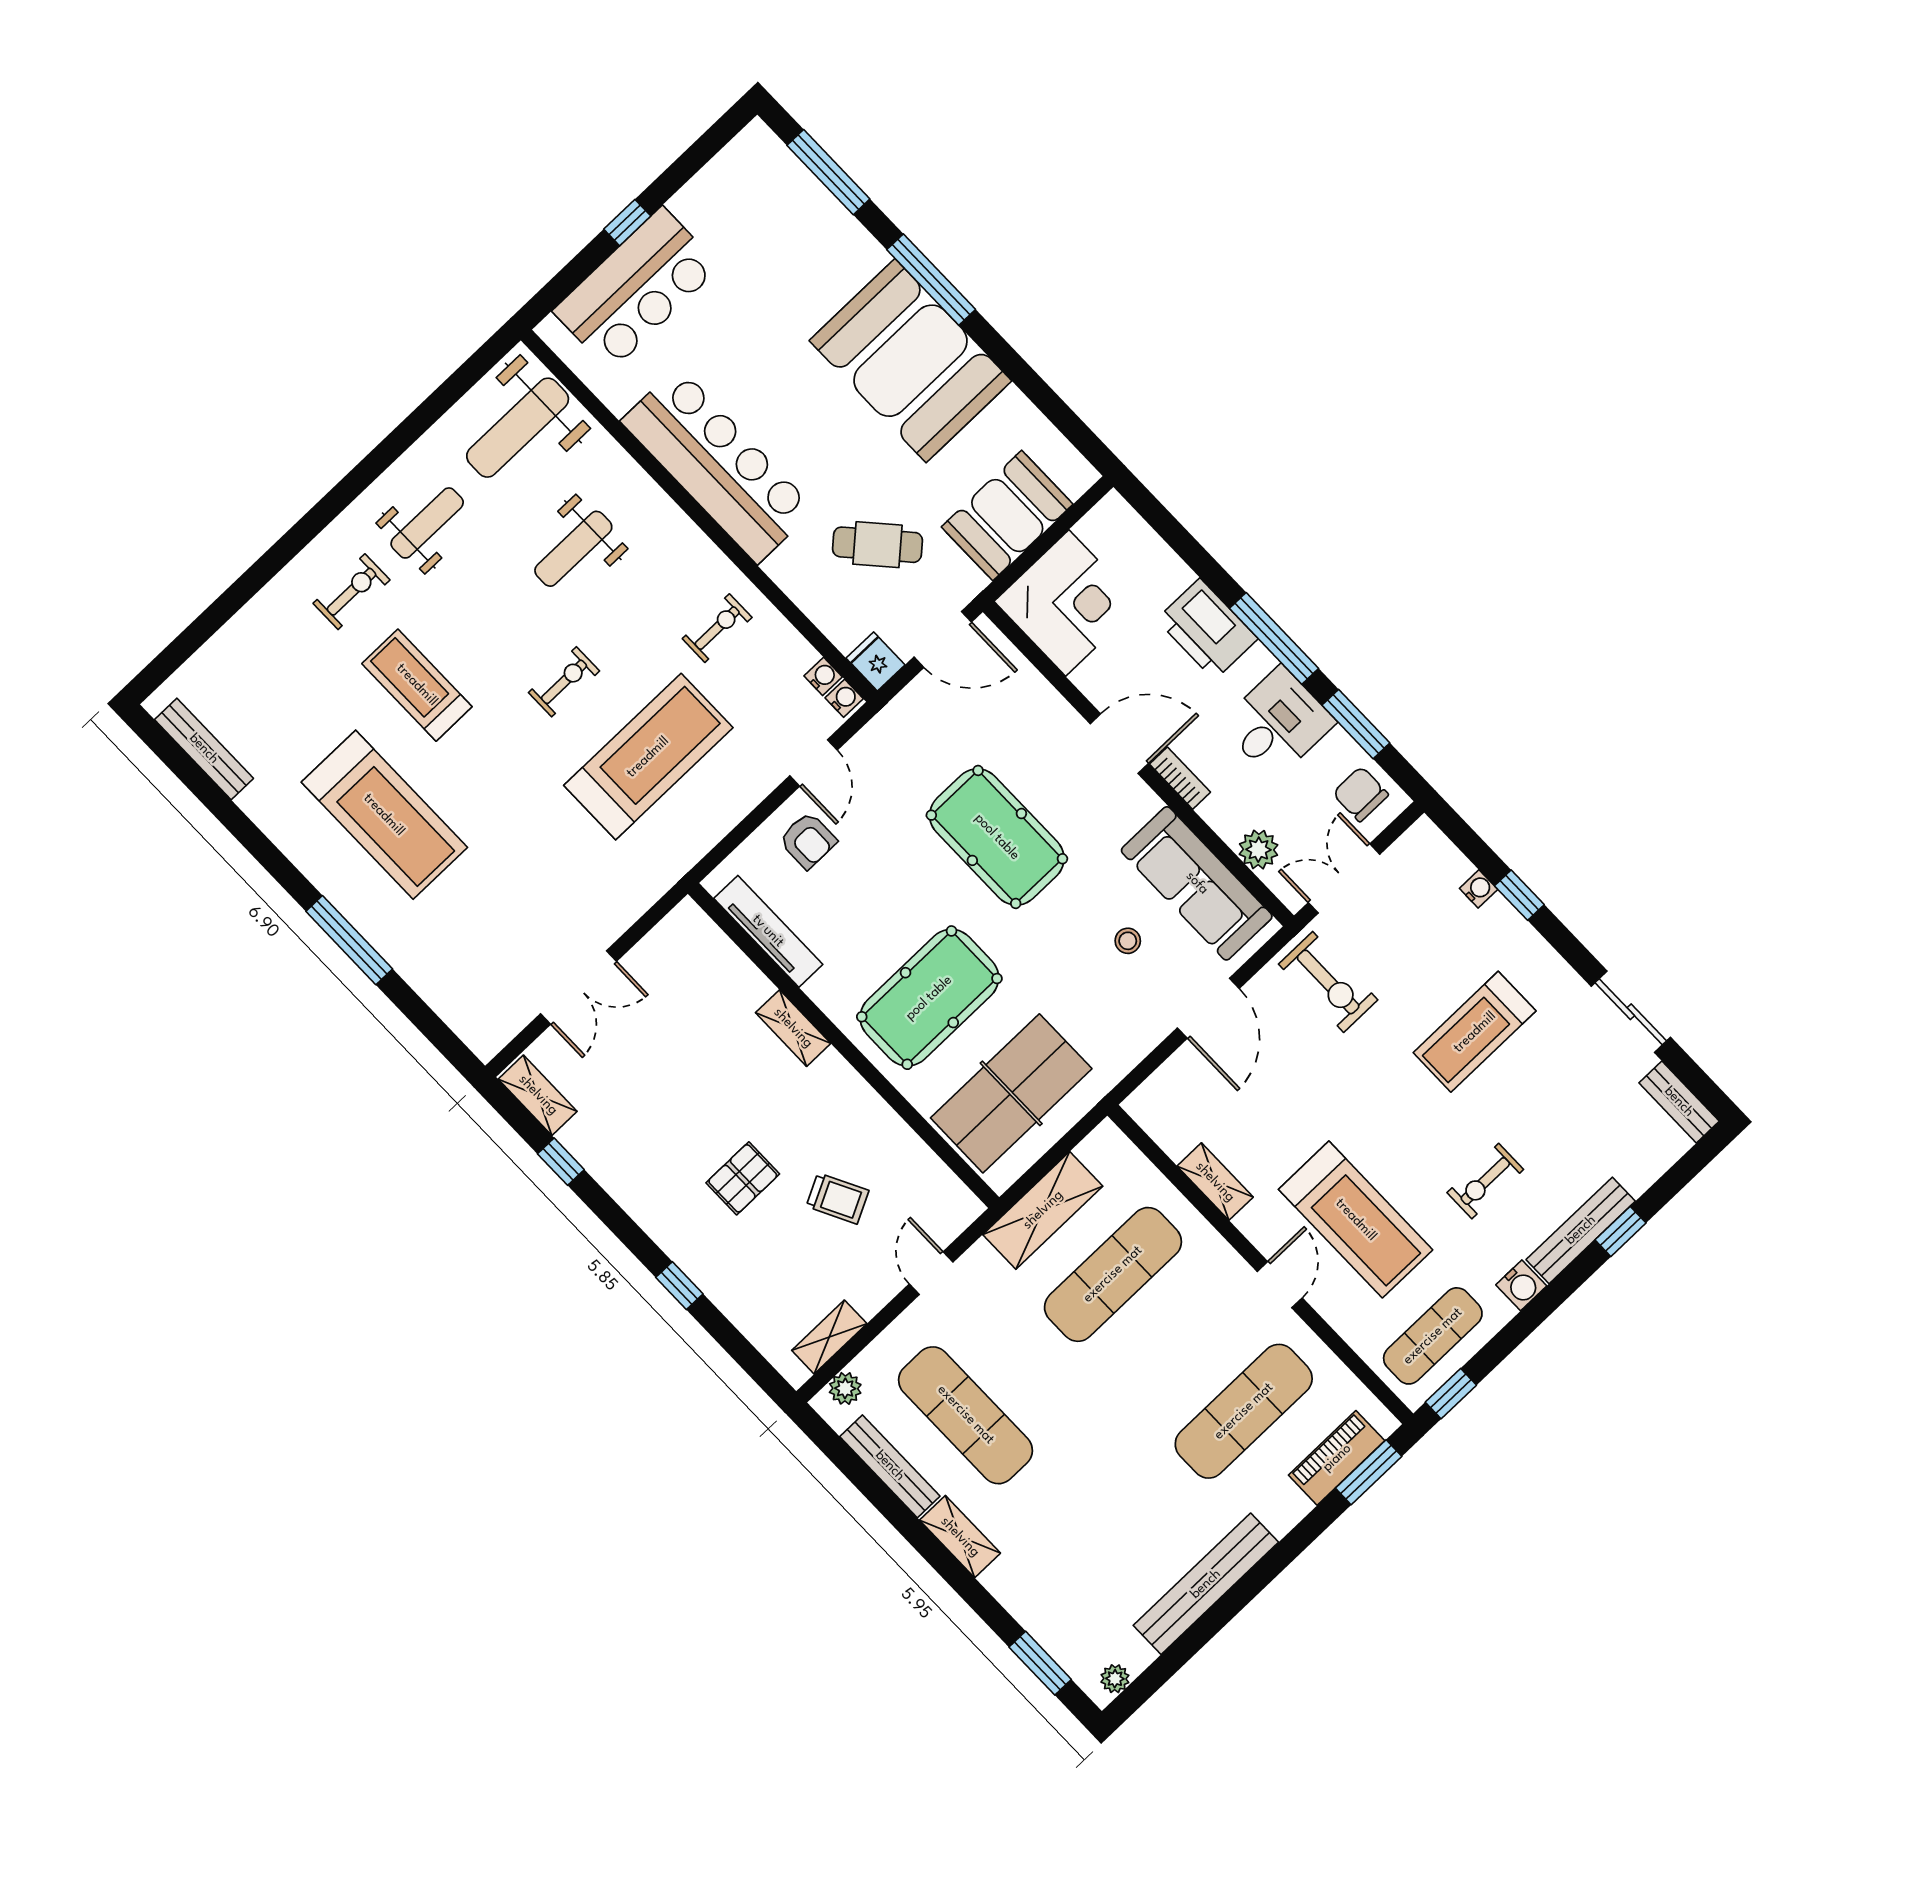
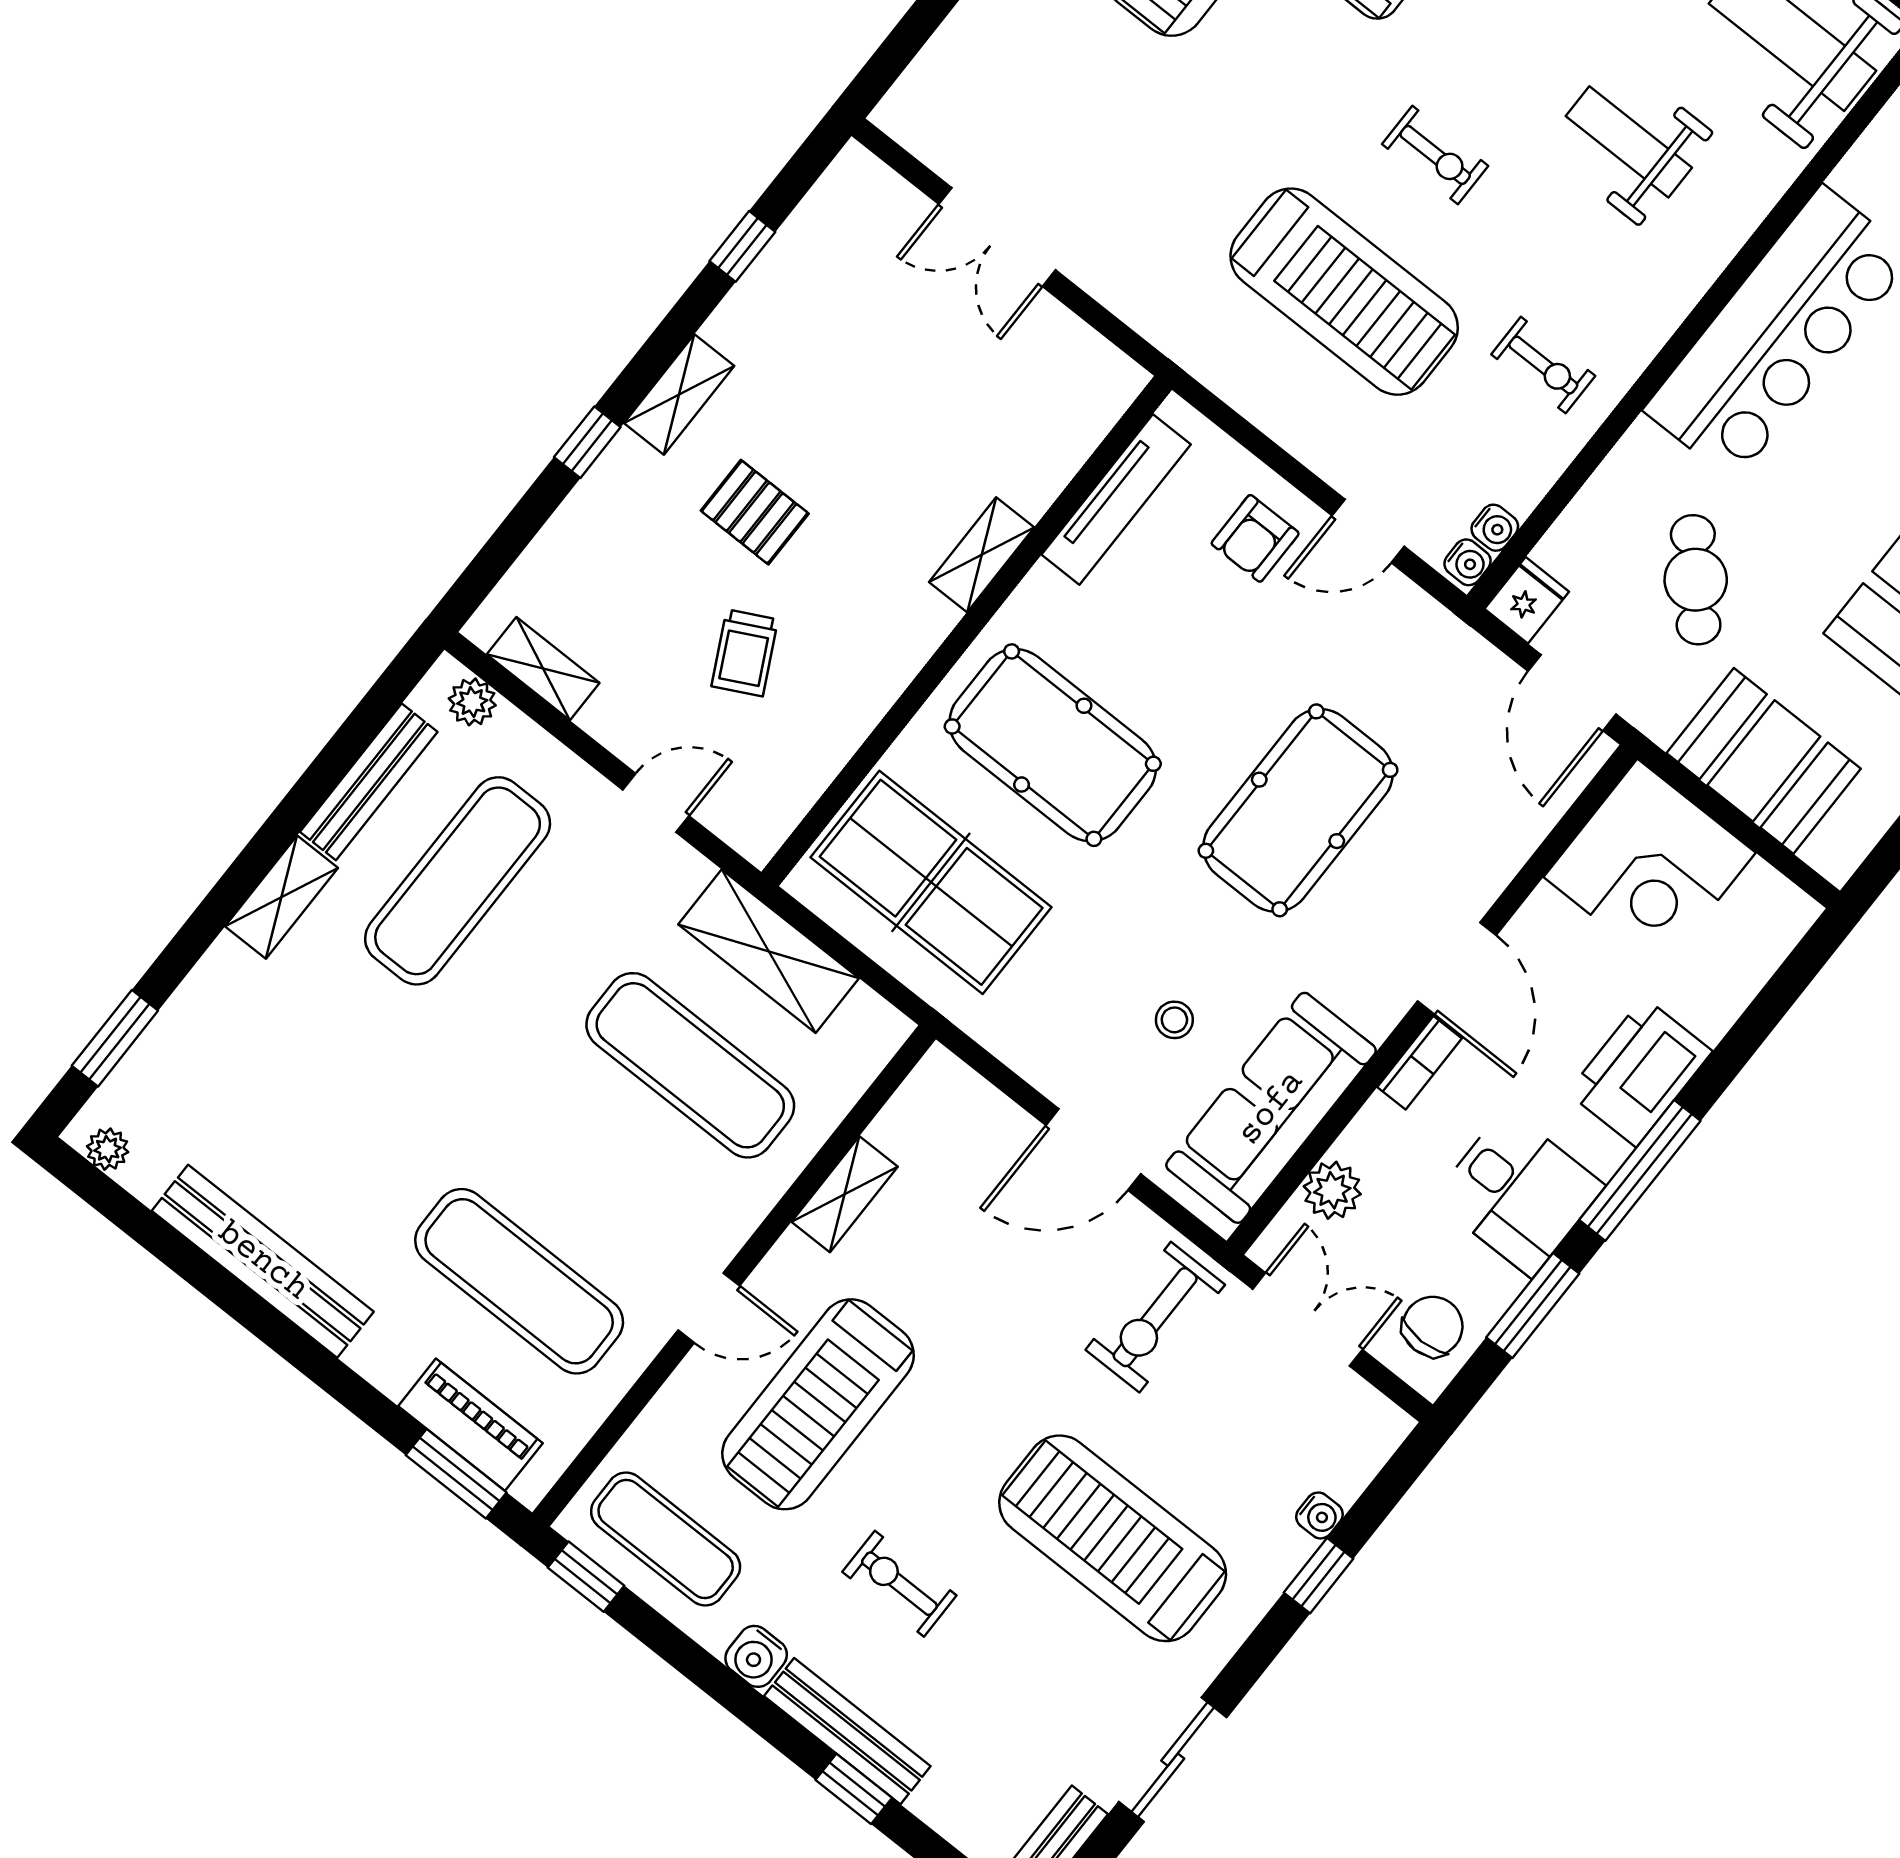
treadmill: (1475, 1032) -> (1113, 1538), width x1.37, depth x1.38
shelving: (538, 1095) -> (679, 394), moved

